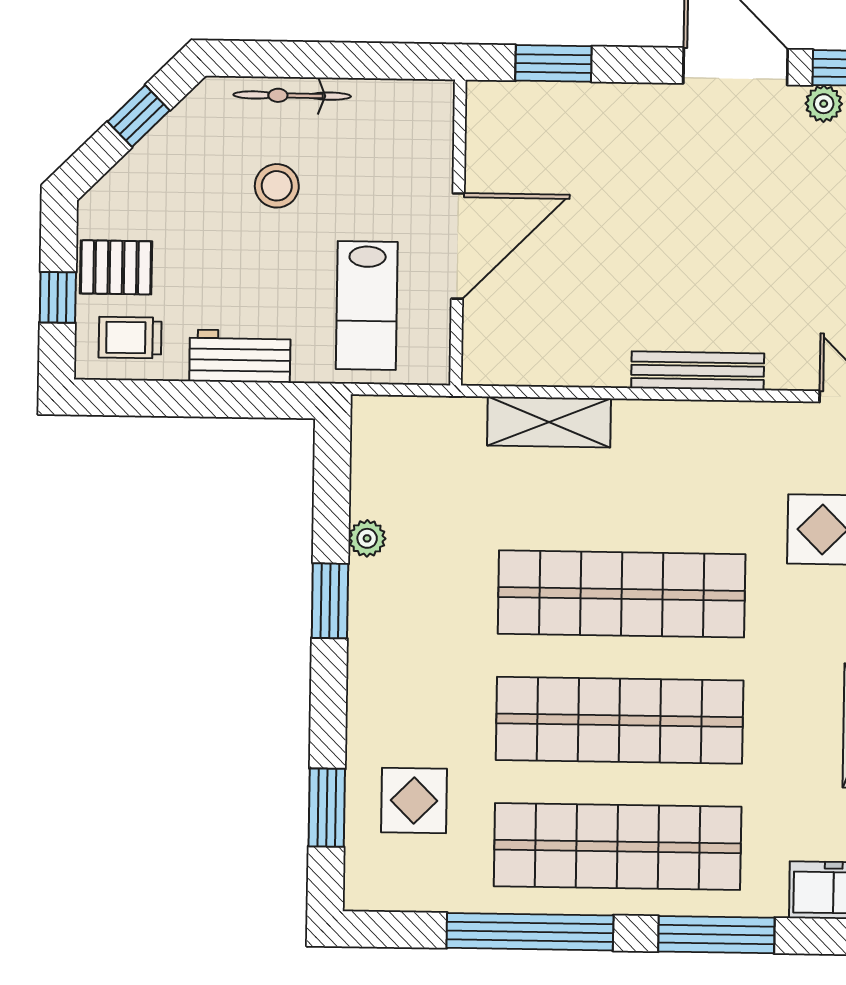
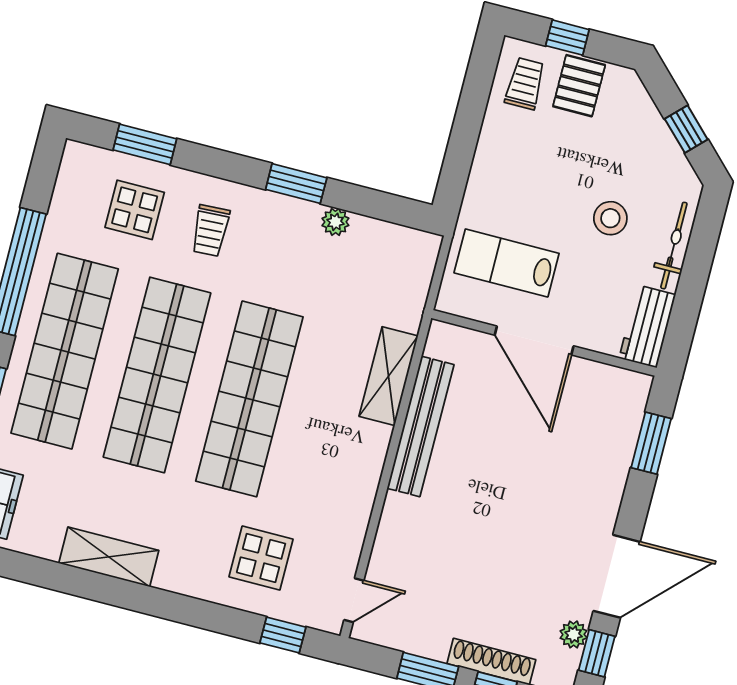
workbench: (240, 356) -> (647, 326), moved, turned 180
bench: (698, 371) -> (421, 426), moved, width x1.37, depth x1.21
trolley: (417, 697) -> (210, 231), added

